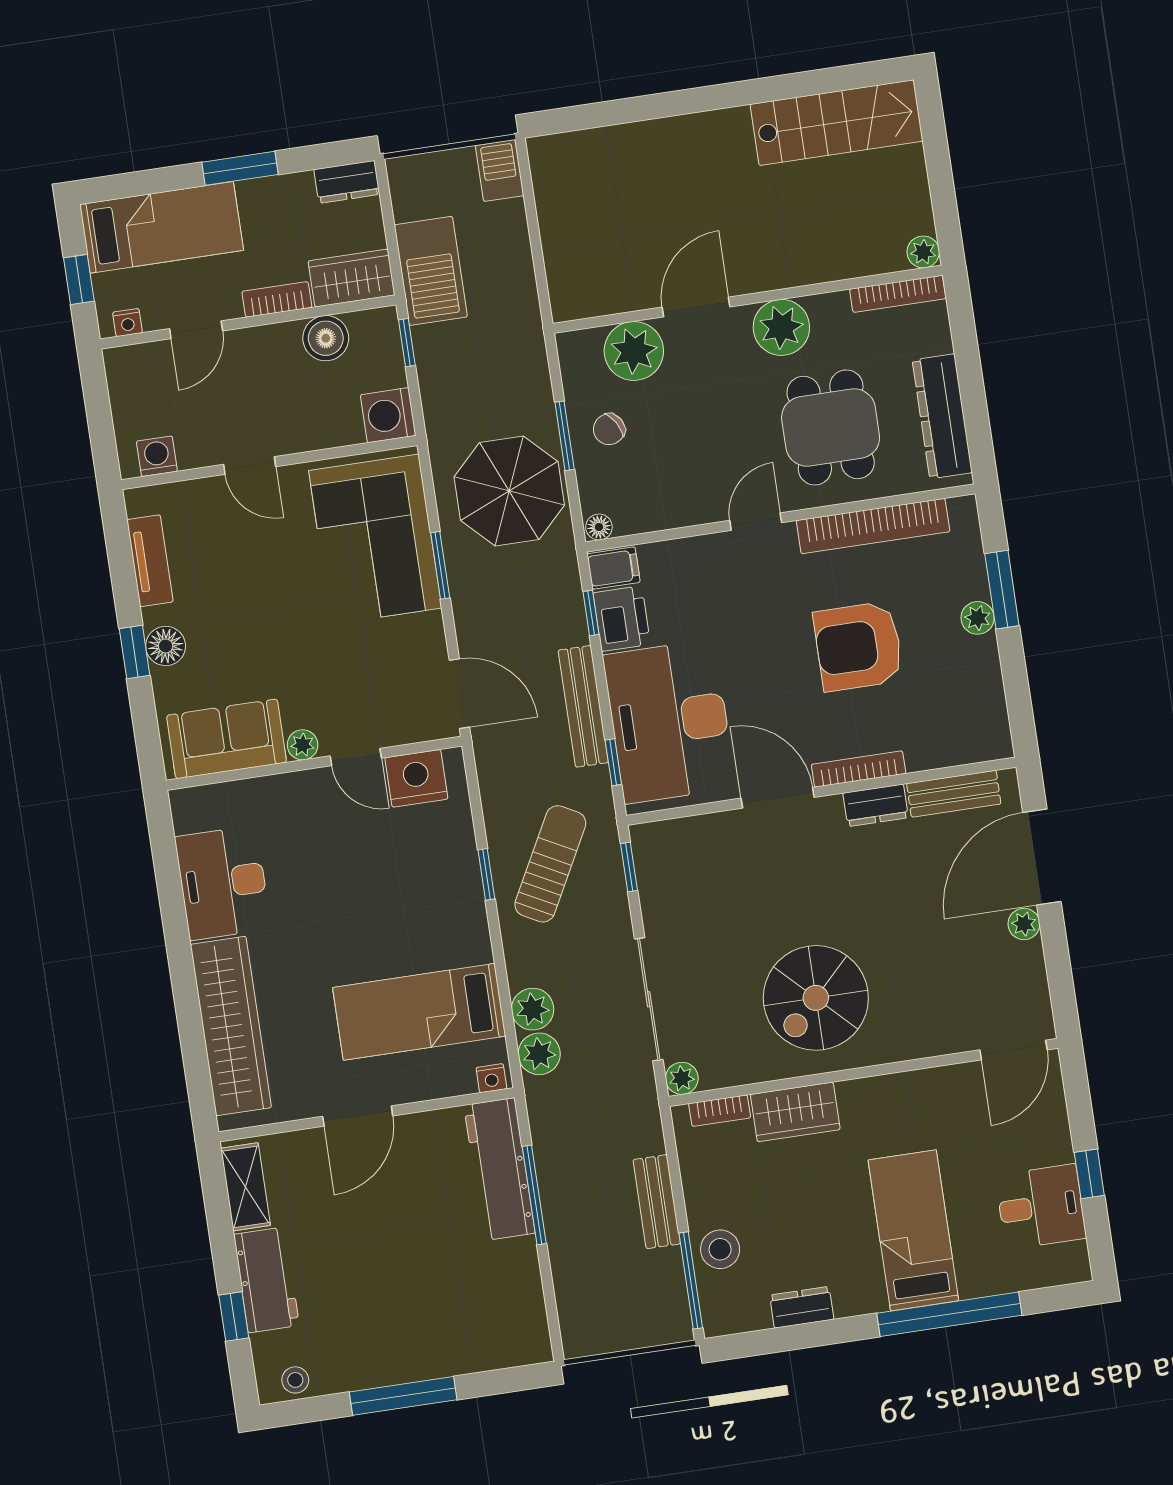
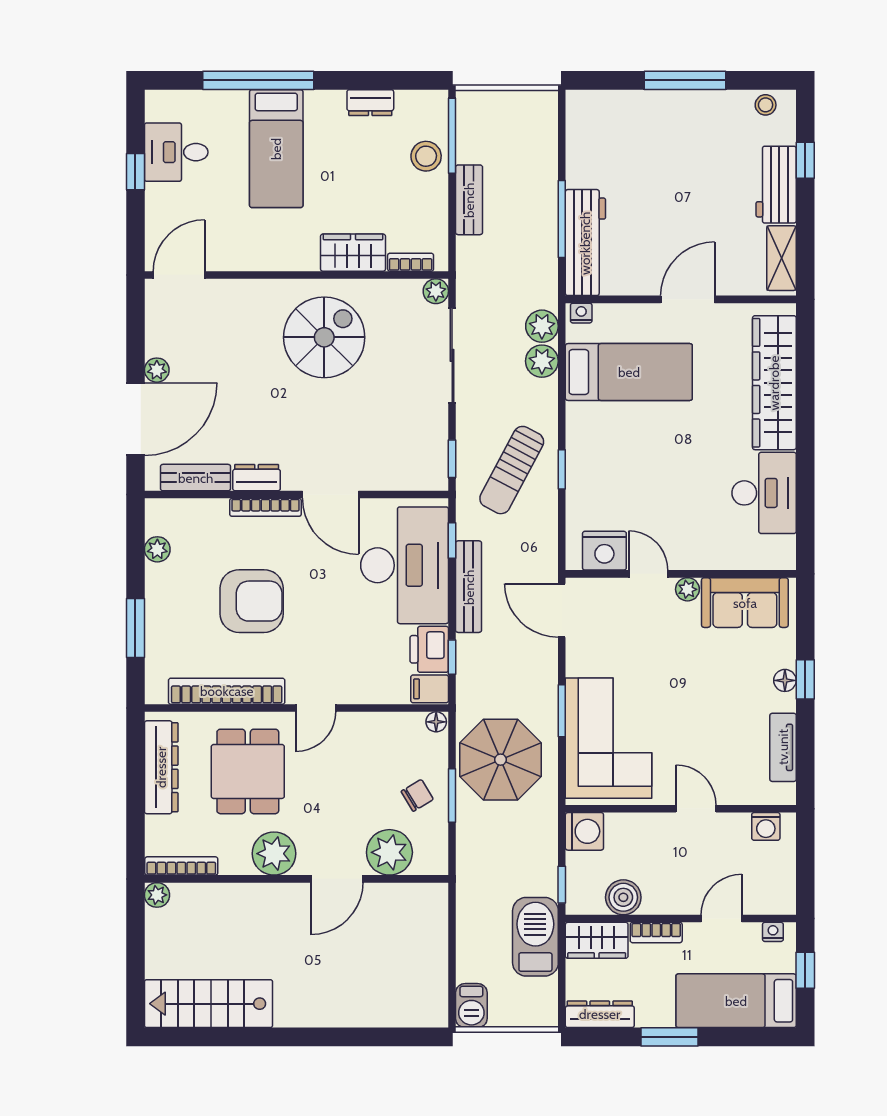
dresser: (347, 182) -> (600, 1014), width x1.44
plant: (978, 618) -> (157, 549), moved
floor lamp: (166, 646) -> (785, 680), width x0.73, depth x0.73

